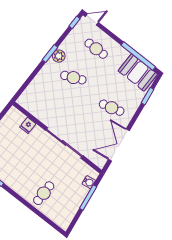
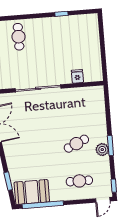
cafe table: (112, 108) -> (27, 148), removed

